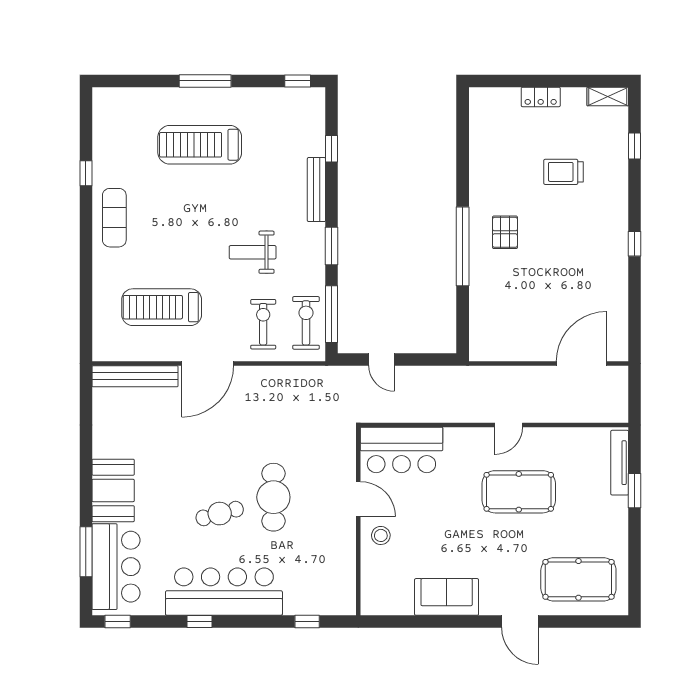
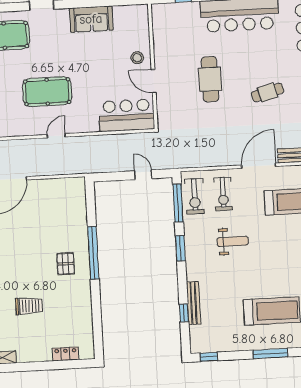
locker: (541, 97) -> (66, 354), moved
bench: (316, 190) -> (193, 303), moved
cafe table: (220, 514) -> (268, 92), moved

